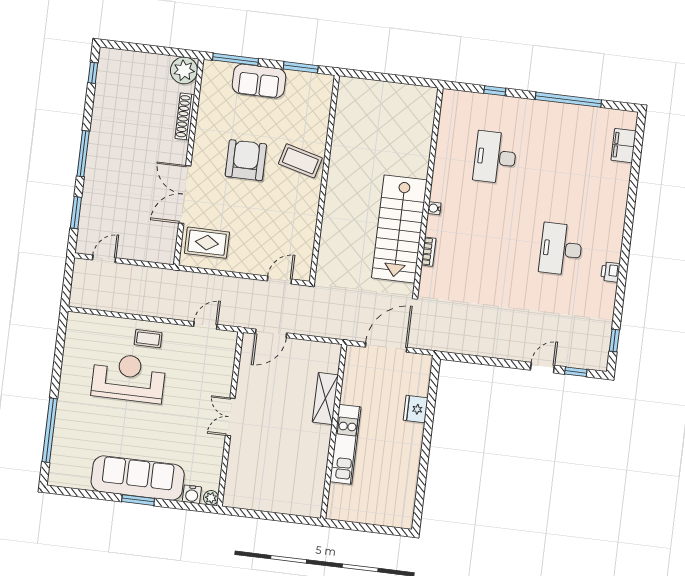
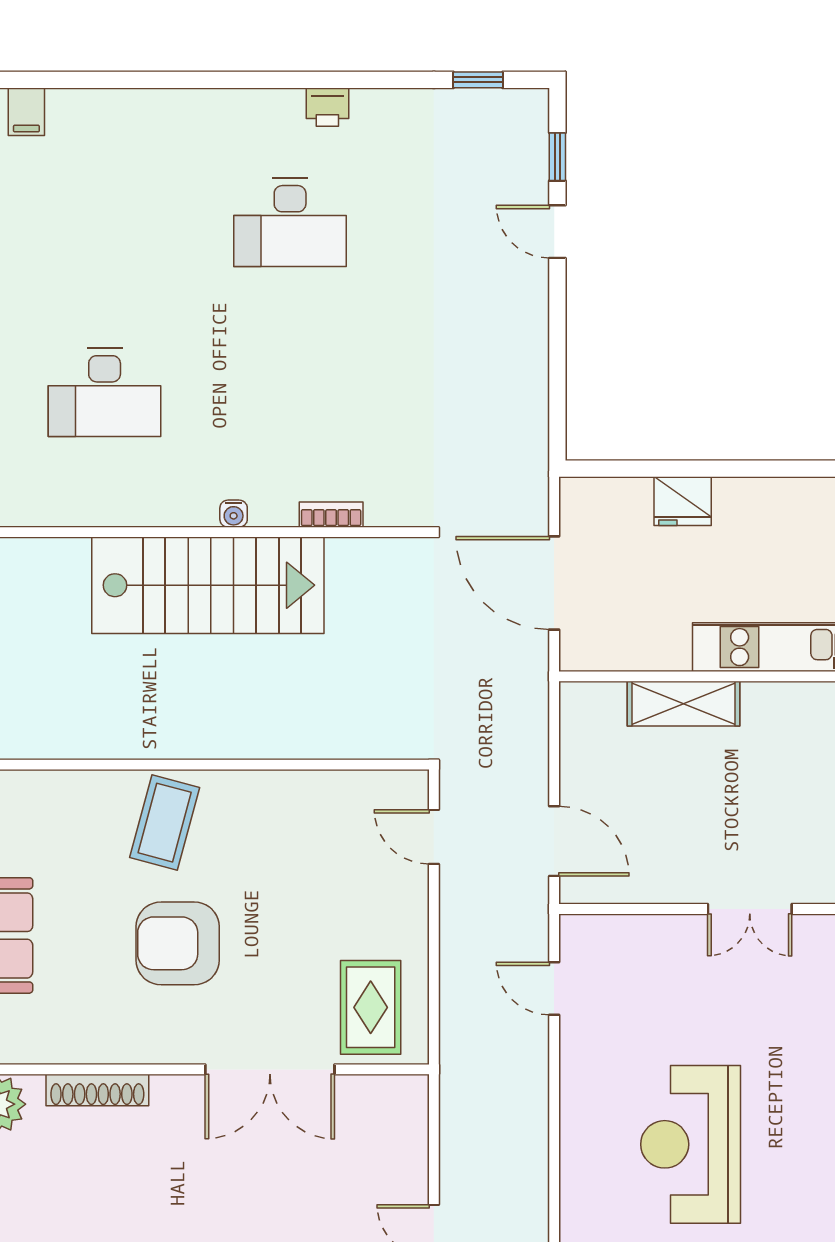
filing cabinet: (624, 146) -> (26, 112), width x0.50
stairs: (399, 229) -> (208, 585), moved
coffee table: (148, 339) -> (598, 1112), removed

